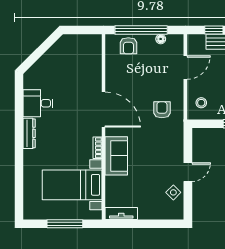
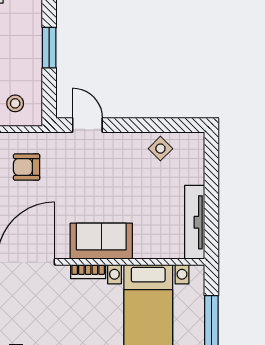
door: (188, 172) -> (87, 125), moved
tv unit: (121, 213) -> (195, 222), width x1.41

